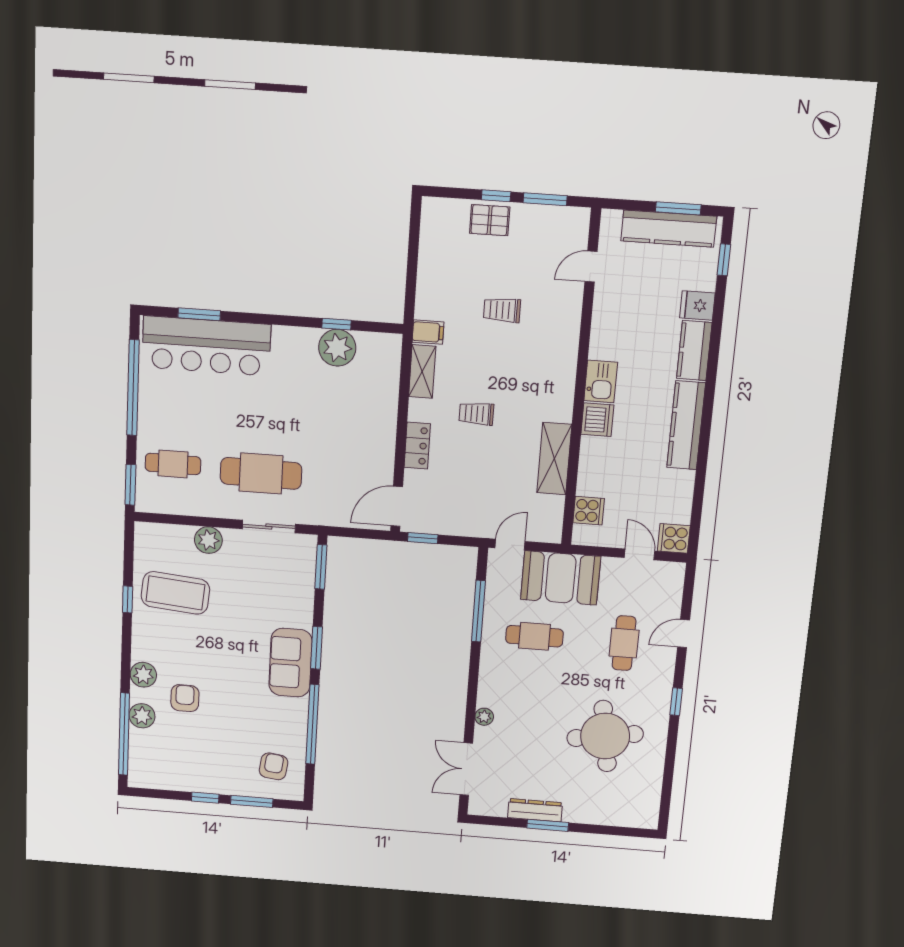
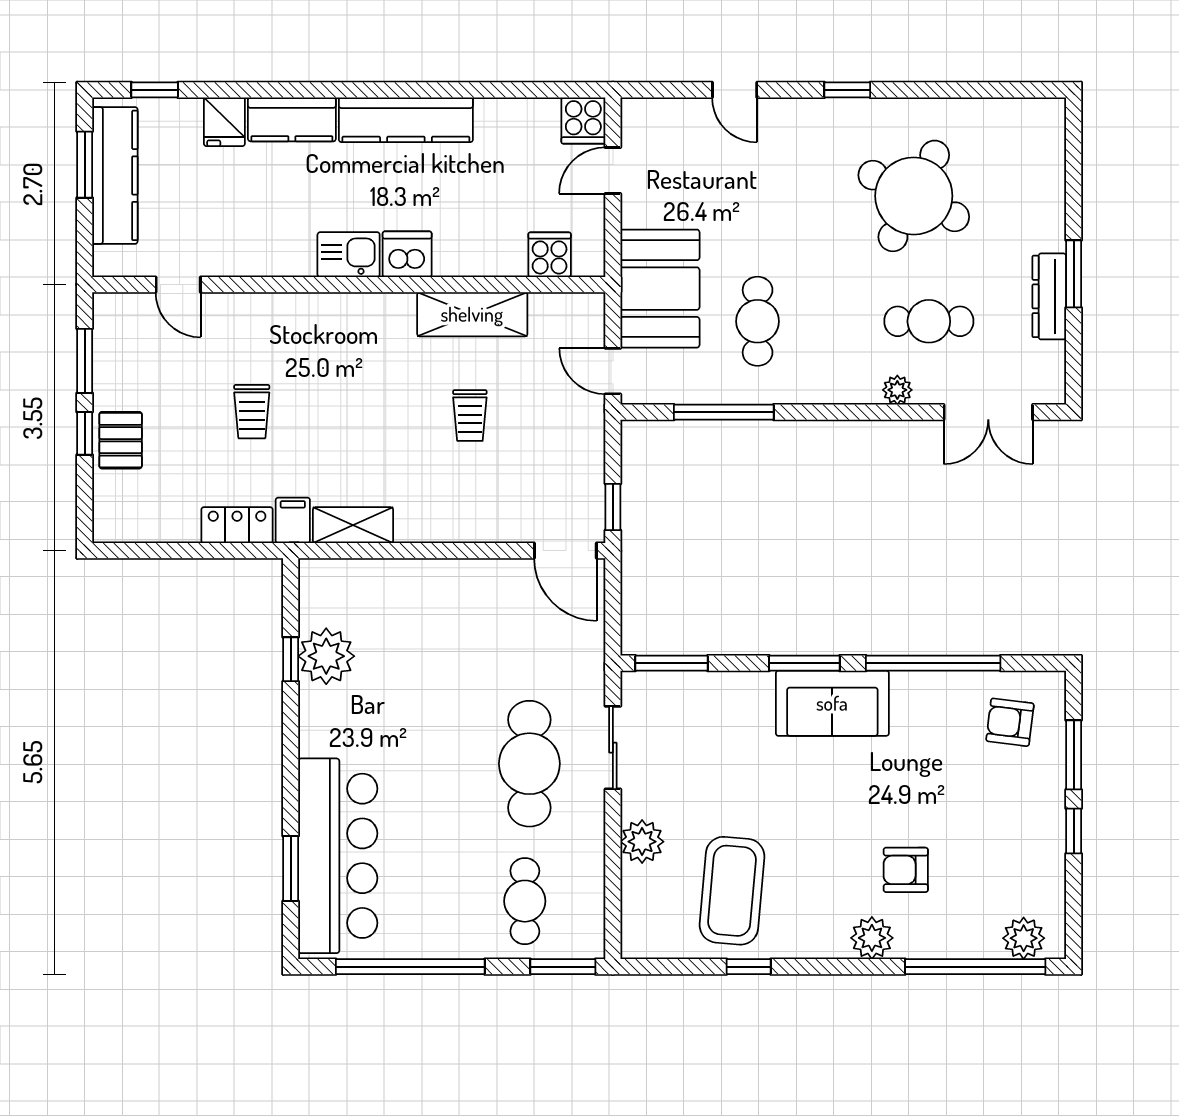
trolley: (476, 414) -> (470, 416), moved
locker: (417, 446) -> (237, 525), moved
cafe table: (624, 643) -> (929, 321), moved
plant: (142, 716) -> (1024, 938), moved
round table: (605, 736) -> (914, 196), turned 36

